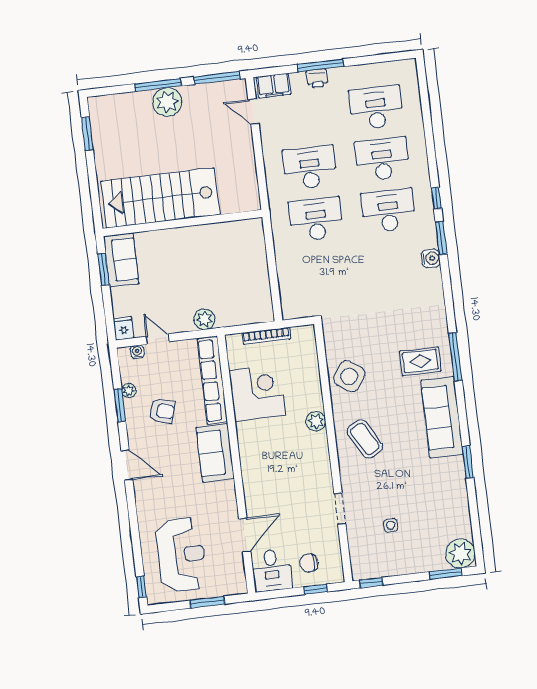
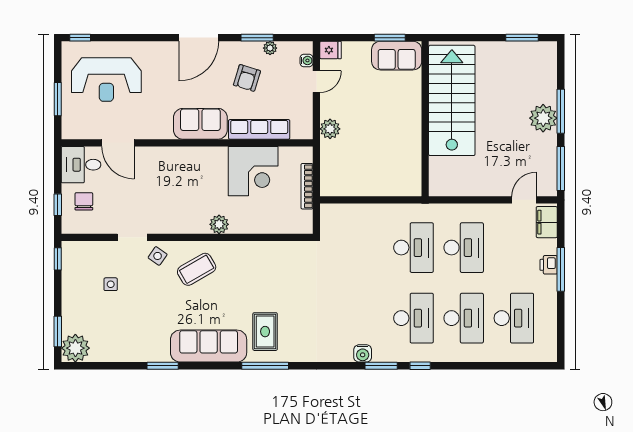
side table: (349, 376) -> (158, 256), moved, width x0.54, depth x0.54
row of seats: (212, 380) -> (259, 129), width x0.73
door: (127, 465) -> (199, 38), width x1.36

